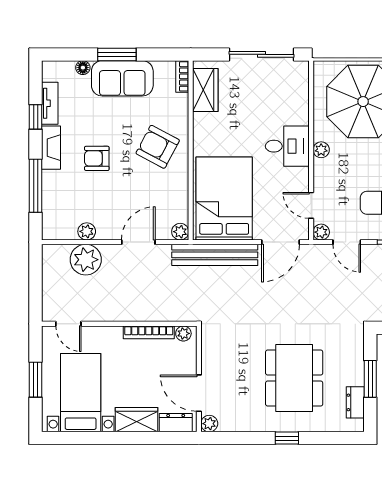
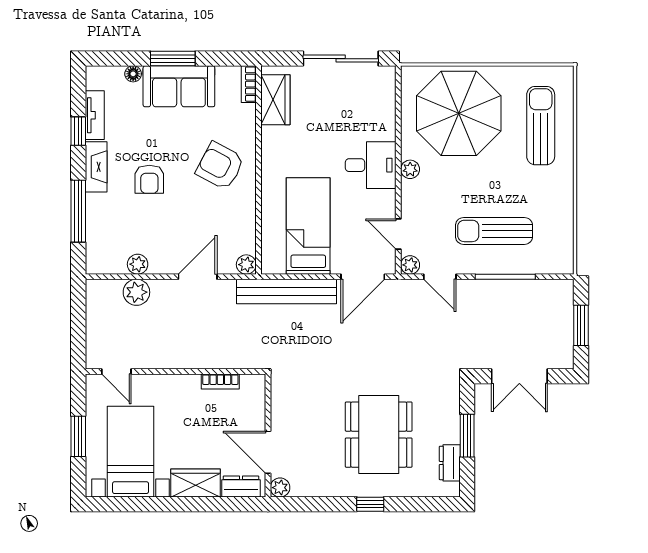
armchair: (97, 158) -> (149, 179), turned -90
bed: (224, 199) -> (308, 226), width x0.67
plant: (86, 260) -> (136, 292), width x0.73, depth x0.73
bookcase: (149, 332) -> (220, 381), width x0.64
plant: (183, 333) -> (250, 383), removed

